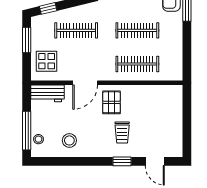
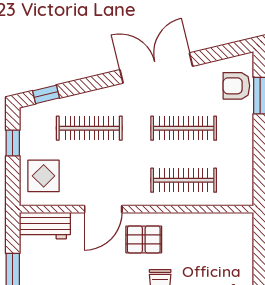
window: (27, 40) -> (13, 143), width x0.67
pallet: (111, 102) -> (144, 239), turned 90

